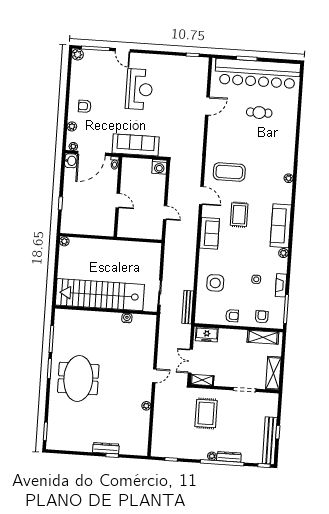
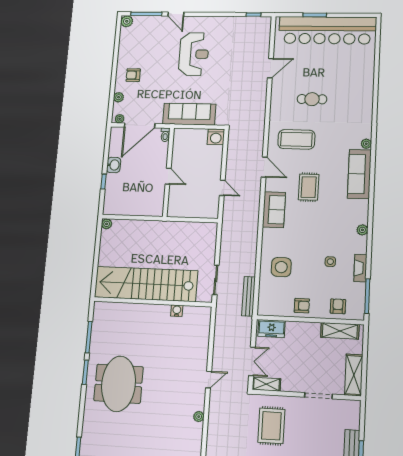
cafe table: (259, 113) -> (312, 99), moved
washbasin: (71, 161) -> (114, 165), moved
sofa: (281, 226) -> (359, 174), moved
double door: (190, 361) -> (252, 361), swing flipped

